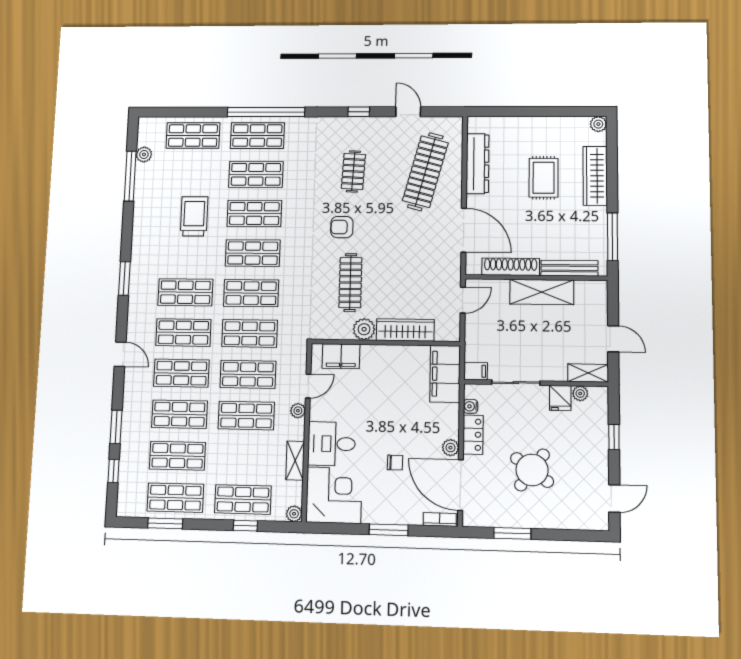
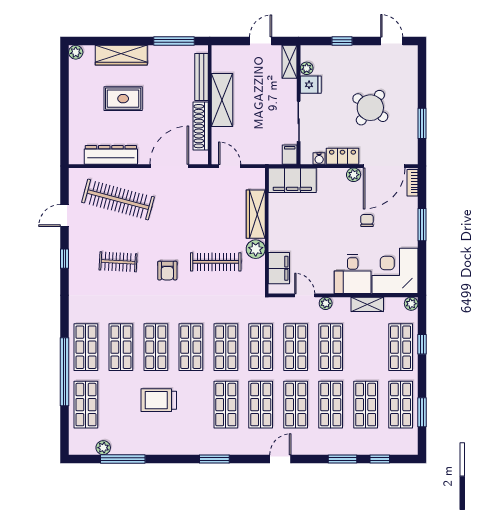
window: (266, 112) -> (64, 372), moved

